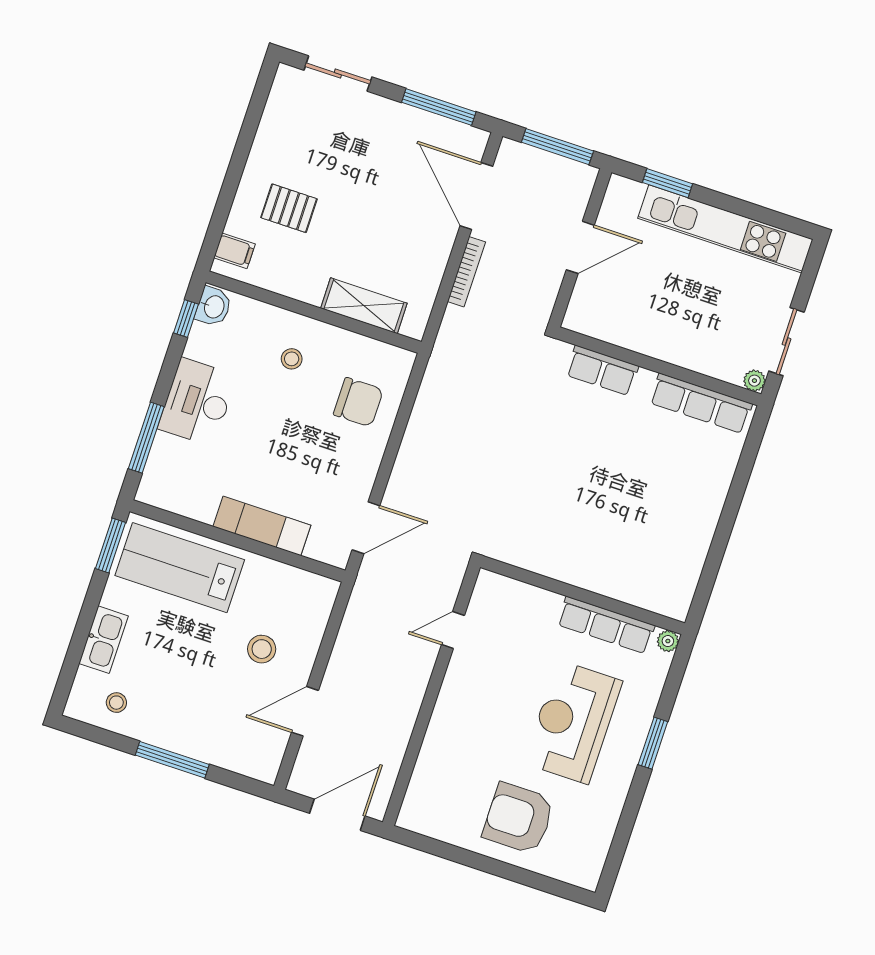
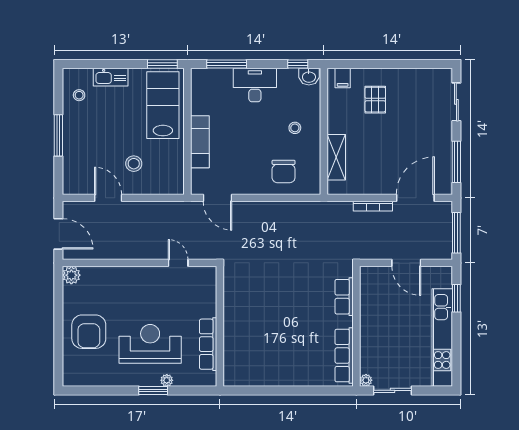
plant: (668, 641) -> (167, 380), moved
plant: (414, 816) -> (71, 275), added
armchair: (518, 818) -> (89, 332), turned 180

